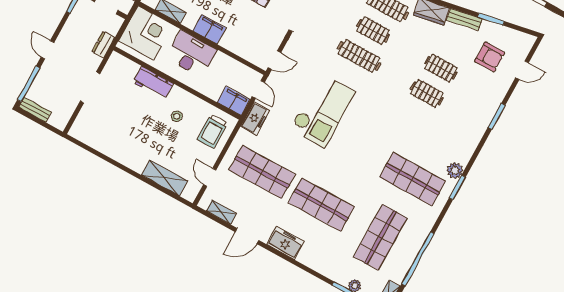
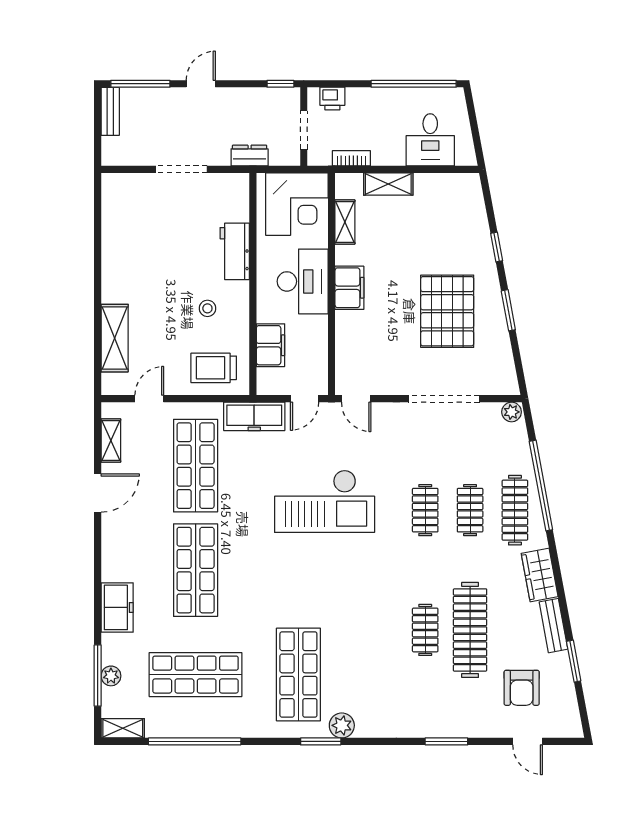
clothes rail: (359, 56) -> (425, 510), width x0.73
clothes rail: (441, 68) -> (470, 630), width x1.86, depth x1.31
filing cabinet: (234, 101) -> (271, 345), moved
freezer: (255, 118) -> (254, 416), width x1.40
door: (247, 236) -> (98, 493), swing flipped
freezer: (286, 243) -> (117, 607), moved

